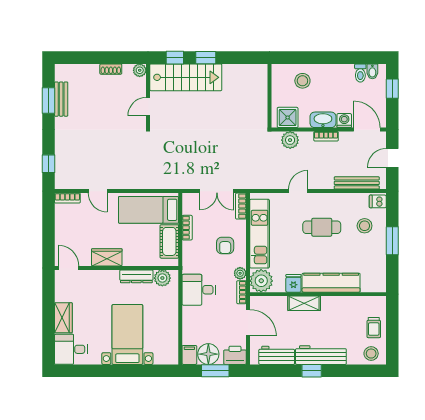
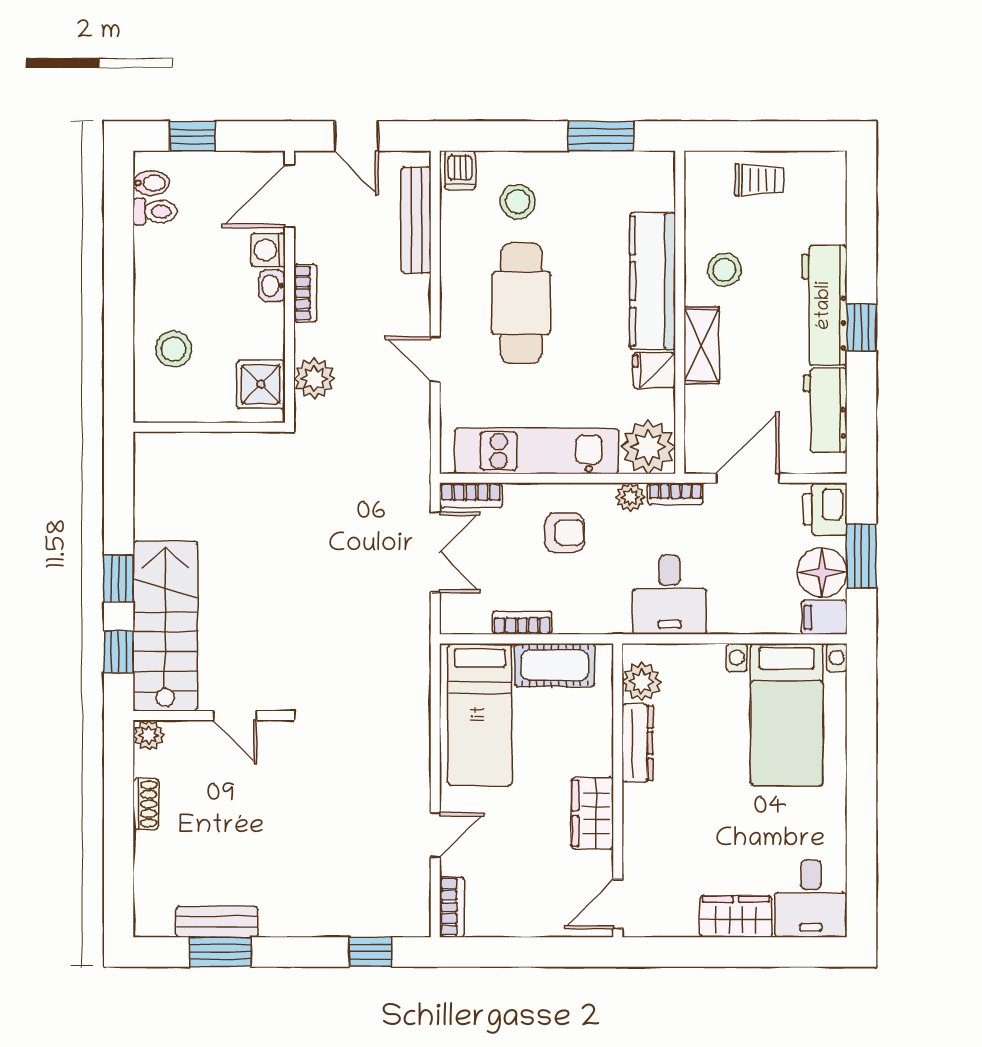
washbasin: (323, 120) -> (272, 286), width x0.52, depth x0.69
cafe table: (322, 227) -> (521, 303), width x1.37, depth x1.35
window: (392, 241) -> (601, 136), moved
bed with nightstands: (127, 334) -> (787, 715), moved, turned -90
stool: (371, 354) -> (724, 270), moved

